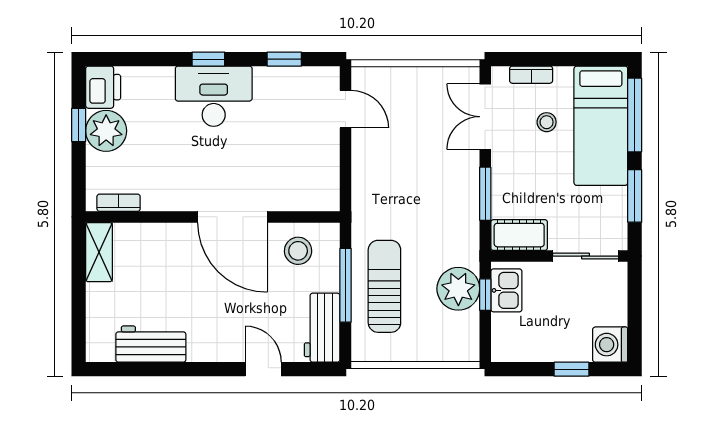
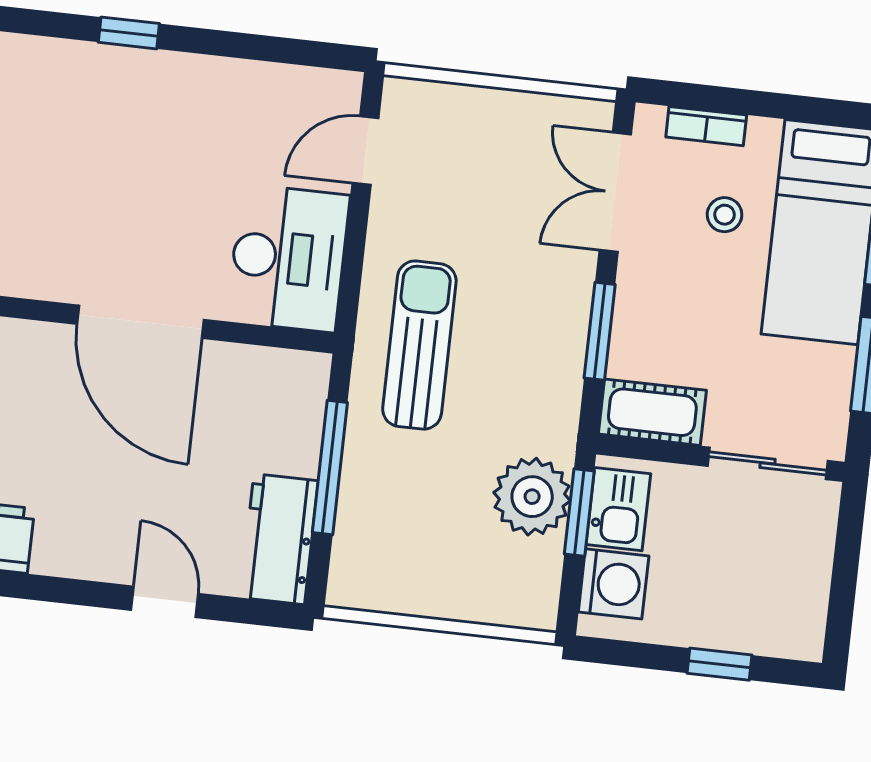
window: (284, 59) -> (265, 48), removed
desk: (214, 96) -> (288, 258), moved, turned 90
door: (346, 109) -> (365, 151), swing flipped
stool: (298, 251) -> (251, 396), removed
sun lounger: (384, 286) -> (419, 345), moved
window: (485, 295) -> (579, 513), width x1.50
washing machine: (610, 345) -> (614, 584), moved, turned 180

